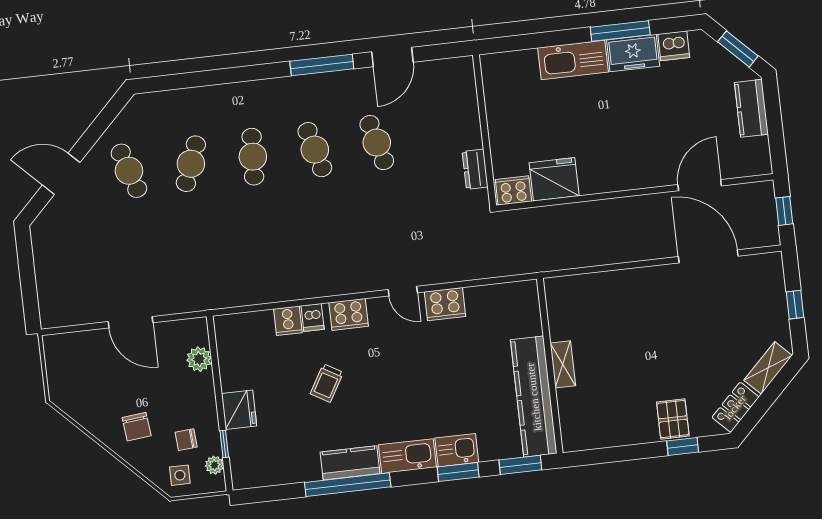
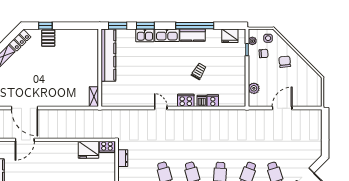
cooker: (445, 304) -> (143, 100), removed
door: (130, 322) -> (282, 108), hinge flipped
shelving: (563, 364) -> (94, 97), moved
fridge: (239, 410) -> (230, 36), moved, turned -90

